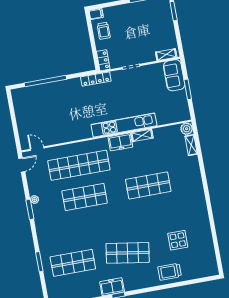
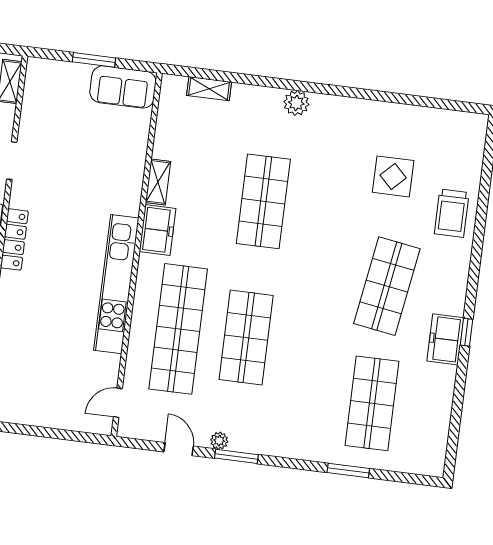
sofa: (174, 75) -> (123, 87), moved
kitchen unit: (124, 125) -> (116, 284), moved
plant: (187, 129) -> (296, 103), moved
door: (22, 165) -> (179, 449), moved

